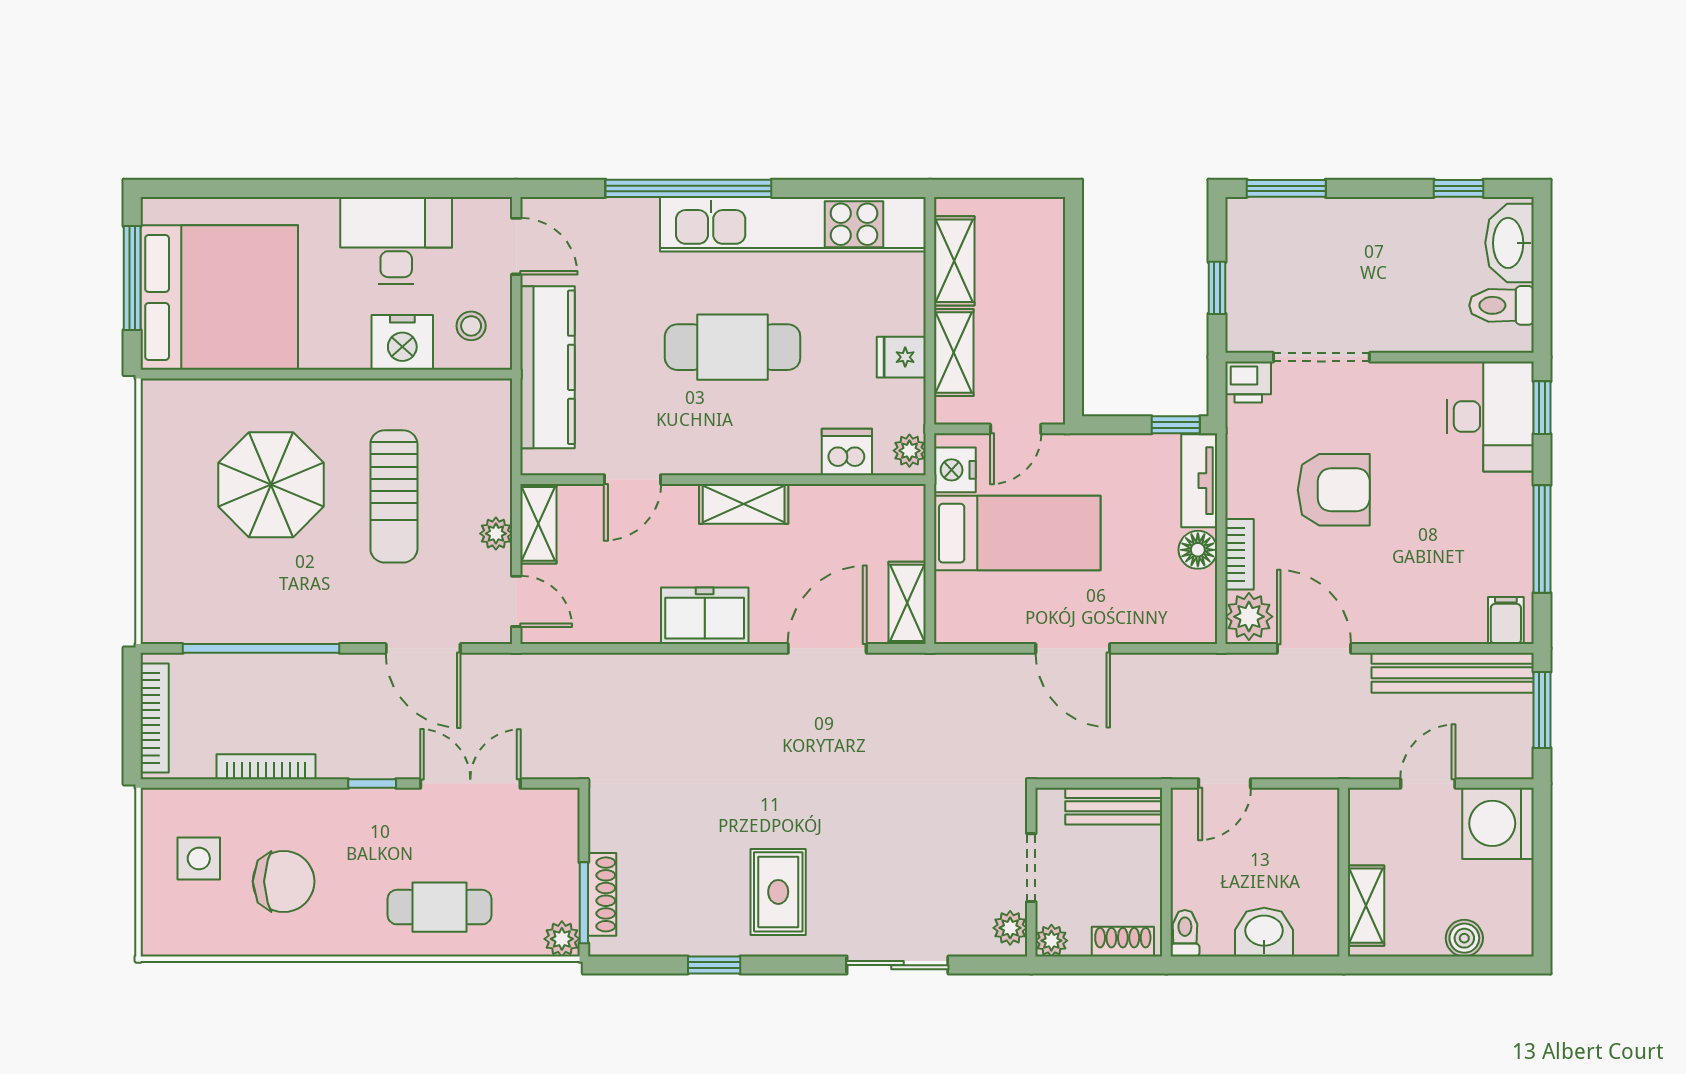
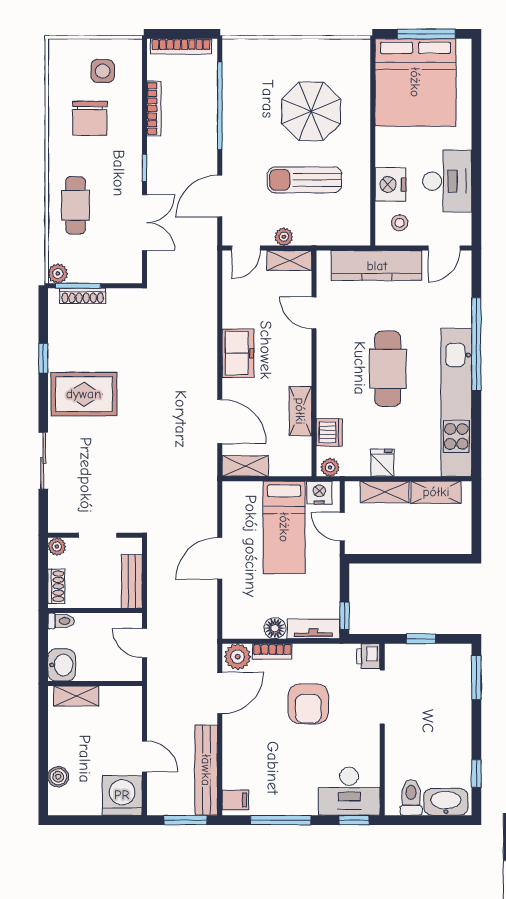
shelving: (744, 504) -> (300, 411), moved
wall: (1344, 872) -> (95, 684), moved
rug: (778, 892) -> (84, 394), width x1.36, depth x1.43
shelving: (1366, 906) -> (76, 696), moved
plant: (1010, 928) -> (64, 523), removed

